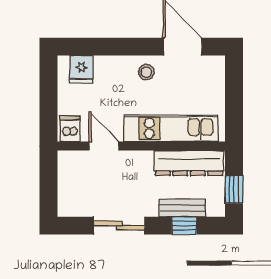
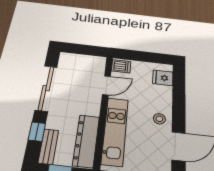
bench: (182, 208) -> (48, 146), moved
sliding door: (119, 226) -> (46, 88), width x1.37

